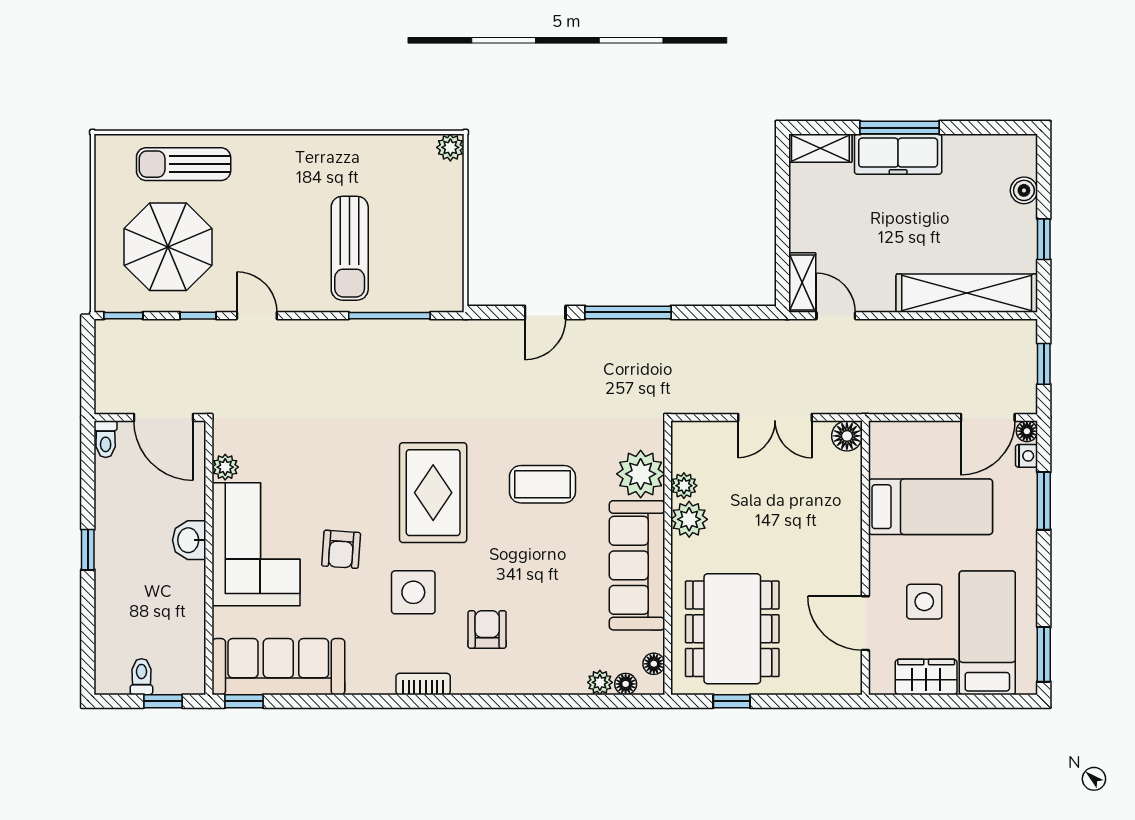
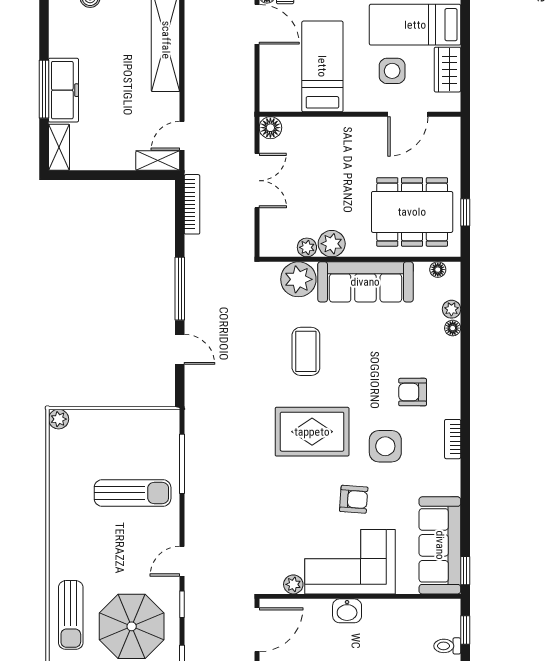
bookcase: (743, 329) -> (192, 204), added
floor lamp: (626, 684) -> (453, 328), moved

